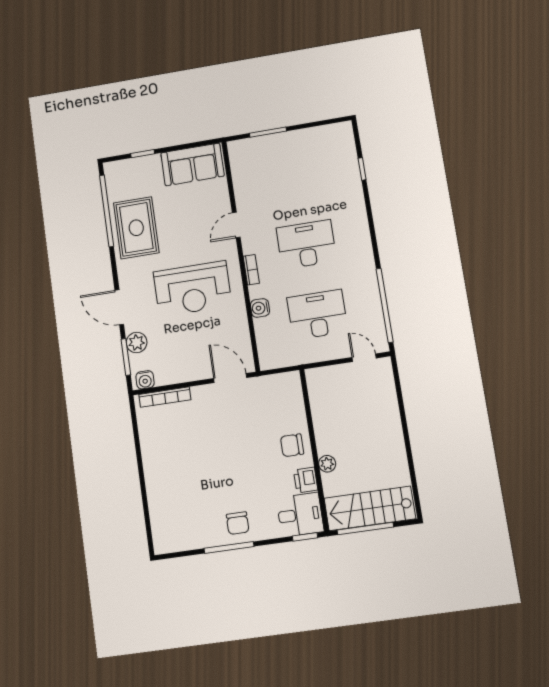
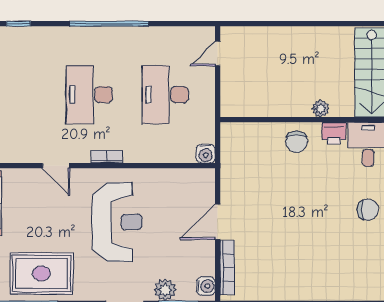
window: (385, 305) -> (109, 24), moved
water cooler: (260, 308) -> (206, 154), moved
door: (230, 378) -> (218, 222), moved

